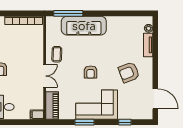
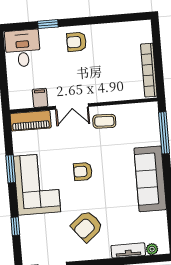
sofa: (84, 26) -> (150, 179), moved
armchair: (129, 72) -> (87, 226), turned -108
filing cabinet: (37, 115) -> (40, 98), moved

